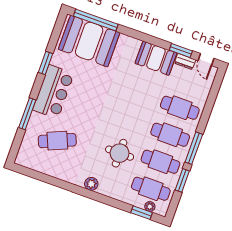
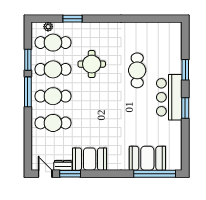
booth: (89, 41) -> (147, 158), width x0.73, depth x0.70
window: (46, 63) -> (185, 108), moved
window: (27, 114) -> (185, 70), width x0.69
cafe table: (57, 141) -> (137, 70), moved, turned -67
plant: (91, 184) -> (107, 28), removed
window: (142, 213) -> (73, 19), moved

